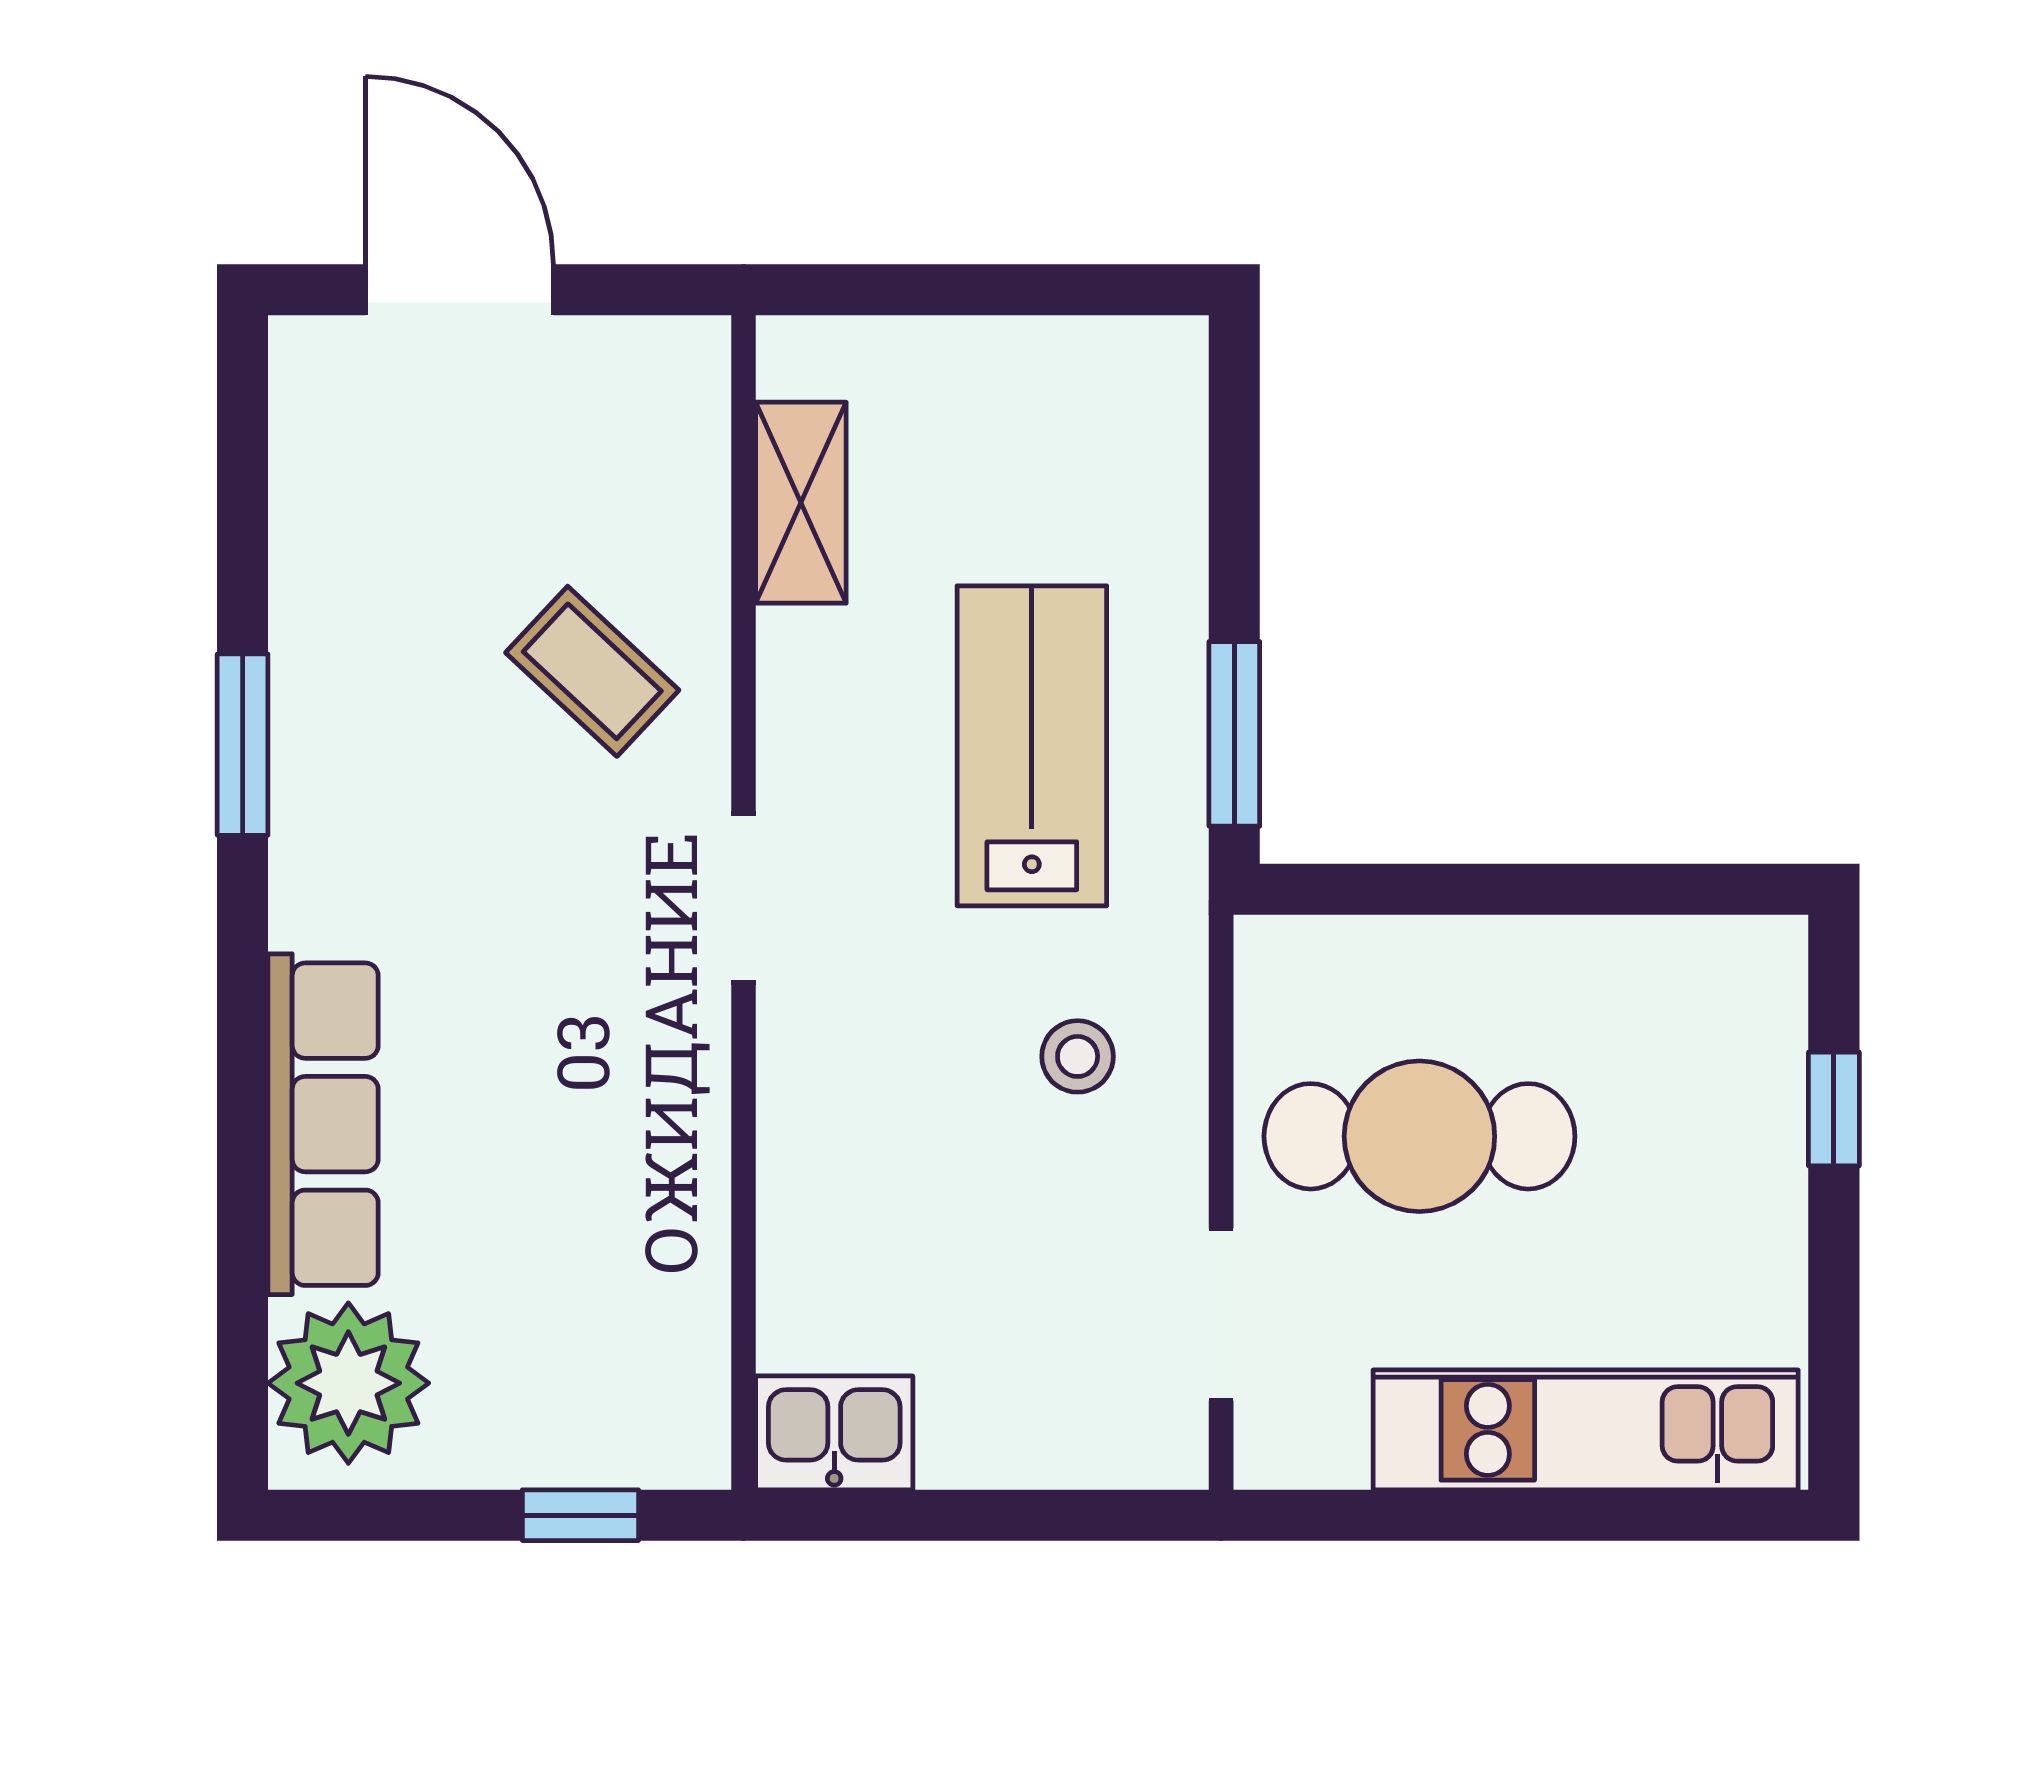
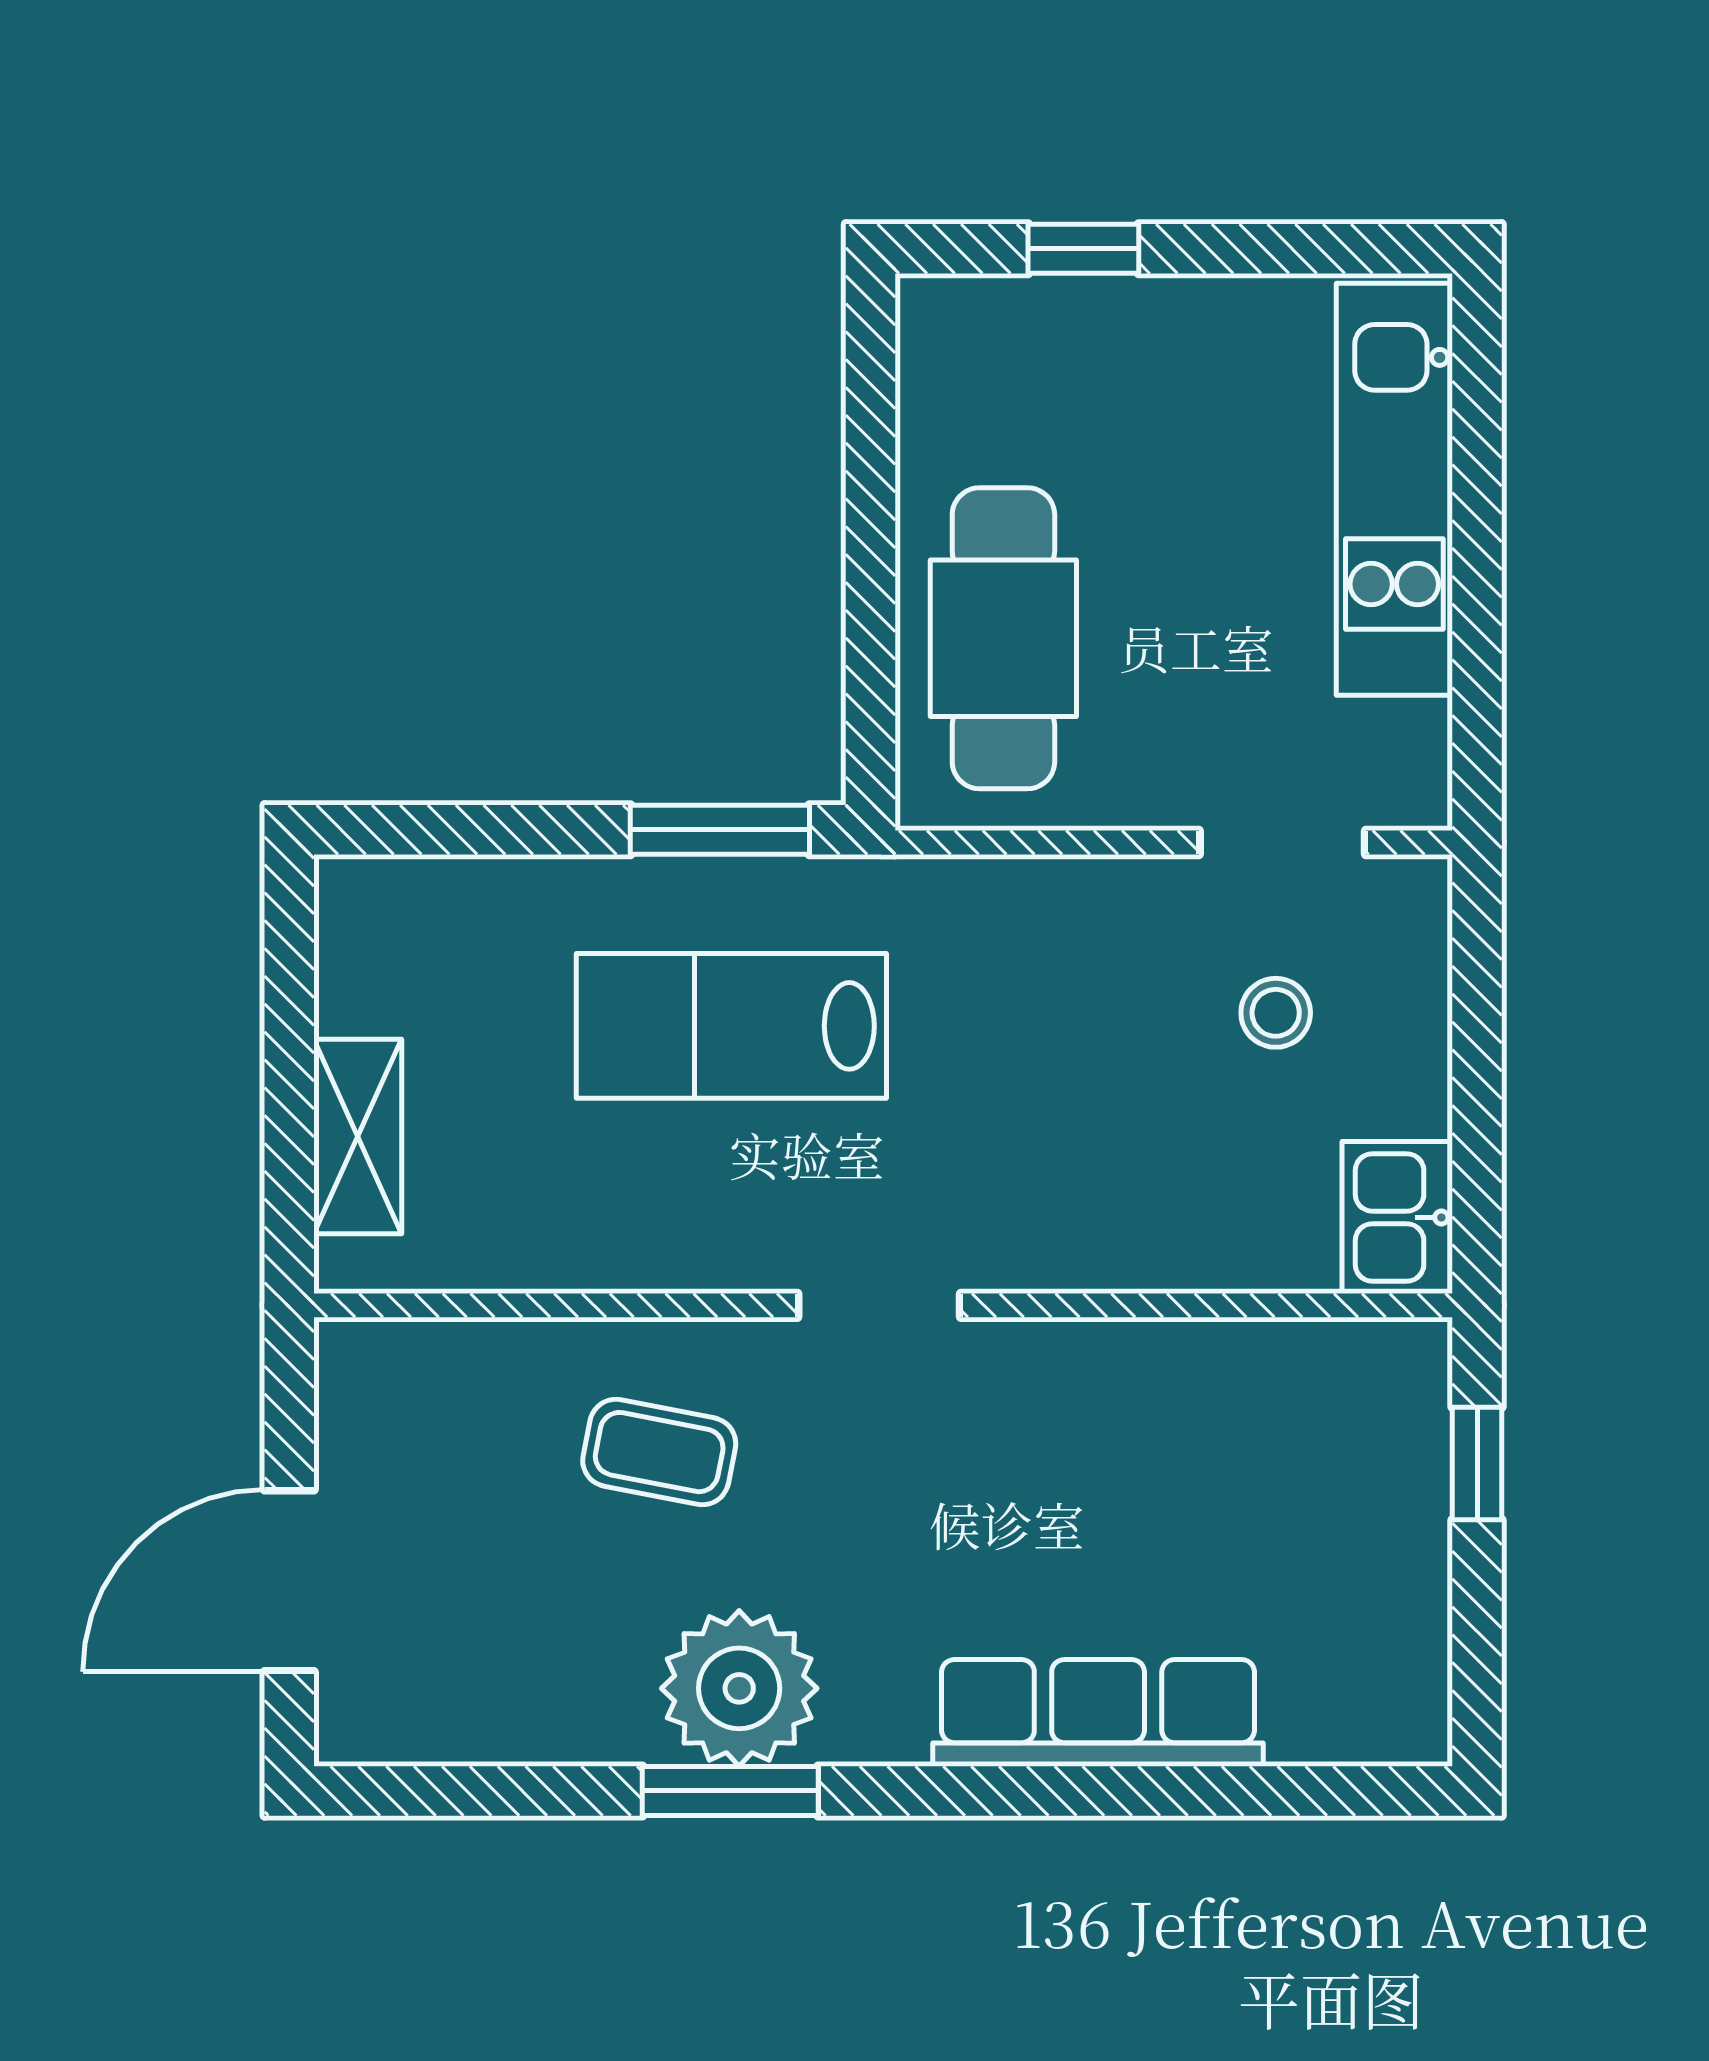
shelving: (801, 503) -> (358, 1137), moved, turned 90
coffee table: (592, 671) -> (659, 1452), turned 58
stool: (1078, 1056) -> (1276, 1013), moved
cafe table: (1419, 1136) -> (1003, 638), moved
plant: (348, 1383) -> (739, 1688), moved

